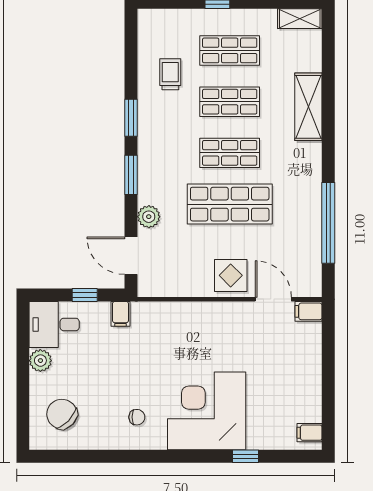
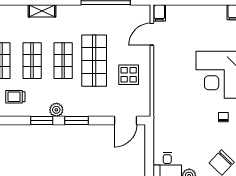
shelving: (308, 107) -> (42, 11), width x0.67, depth x0.75
plant: (149, 217) -> (56, 110), moved
display table: (231, 275) -> (129, 75), moved
window: (85, 295) -> (149, 149), removed
filing cabinet: (120, 314) -> (161, 127), removed

